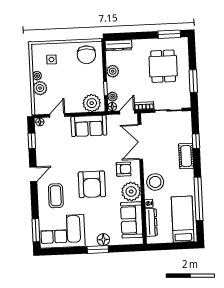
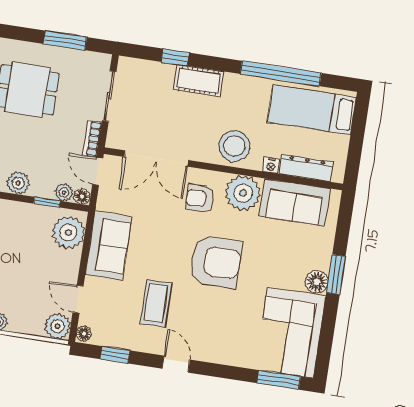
plant: (40, 88) -> (58, 326), moved
armchair: (124, 169) -> (200, 199), turned -90
coffee table: (56, 196) -> (156, 303), moved, turned 90
floor lamp: (103, 240) -> (317, 282), moved

